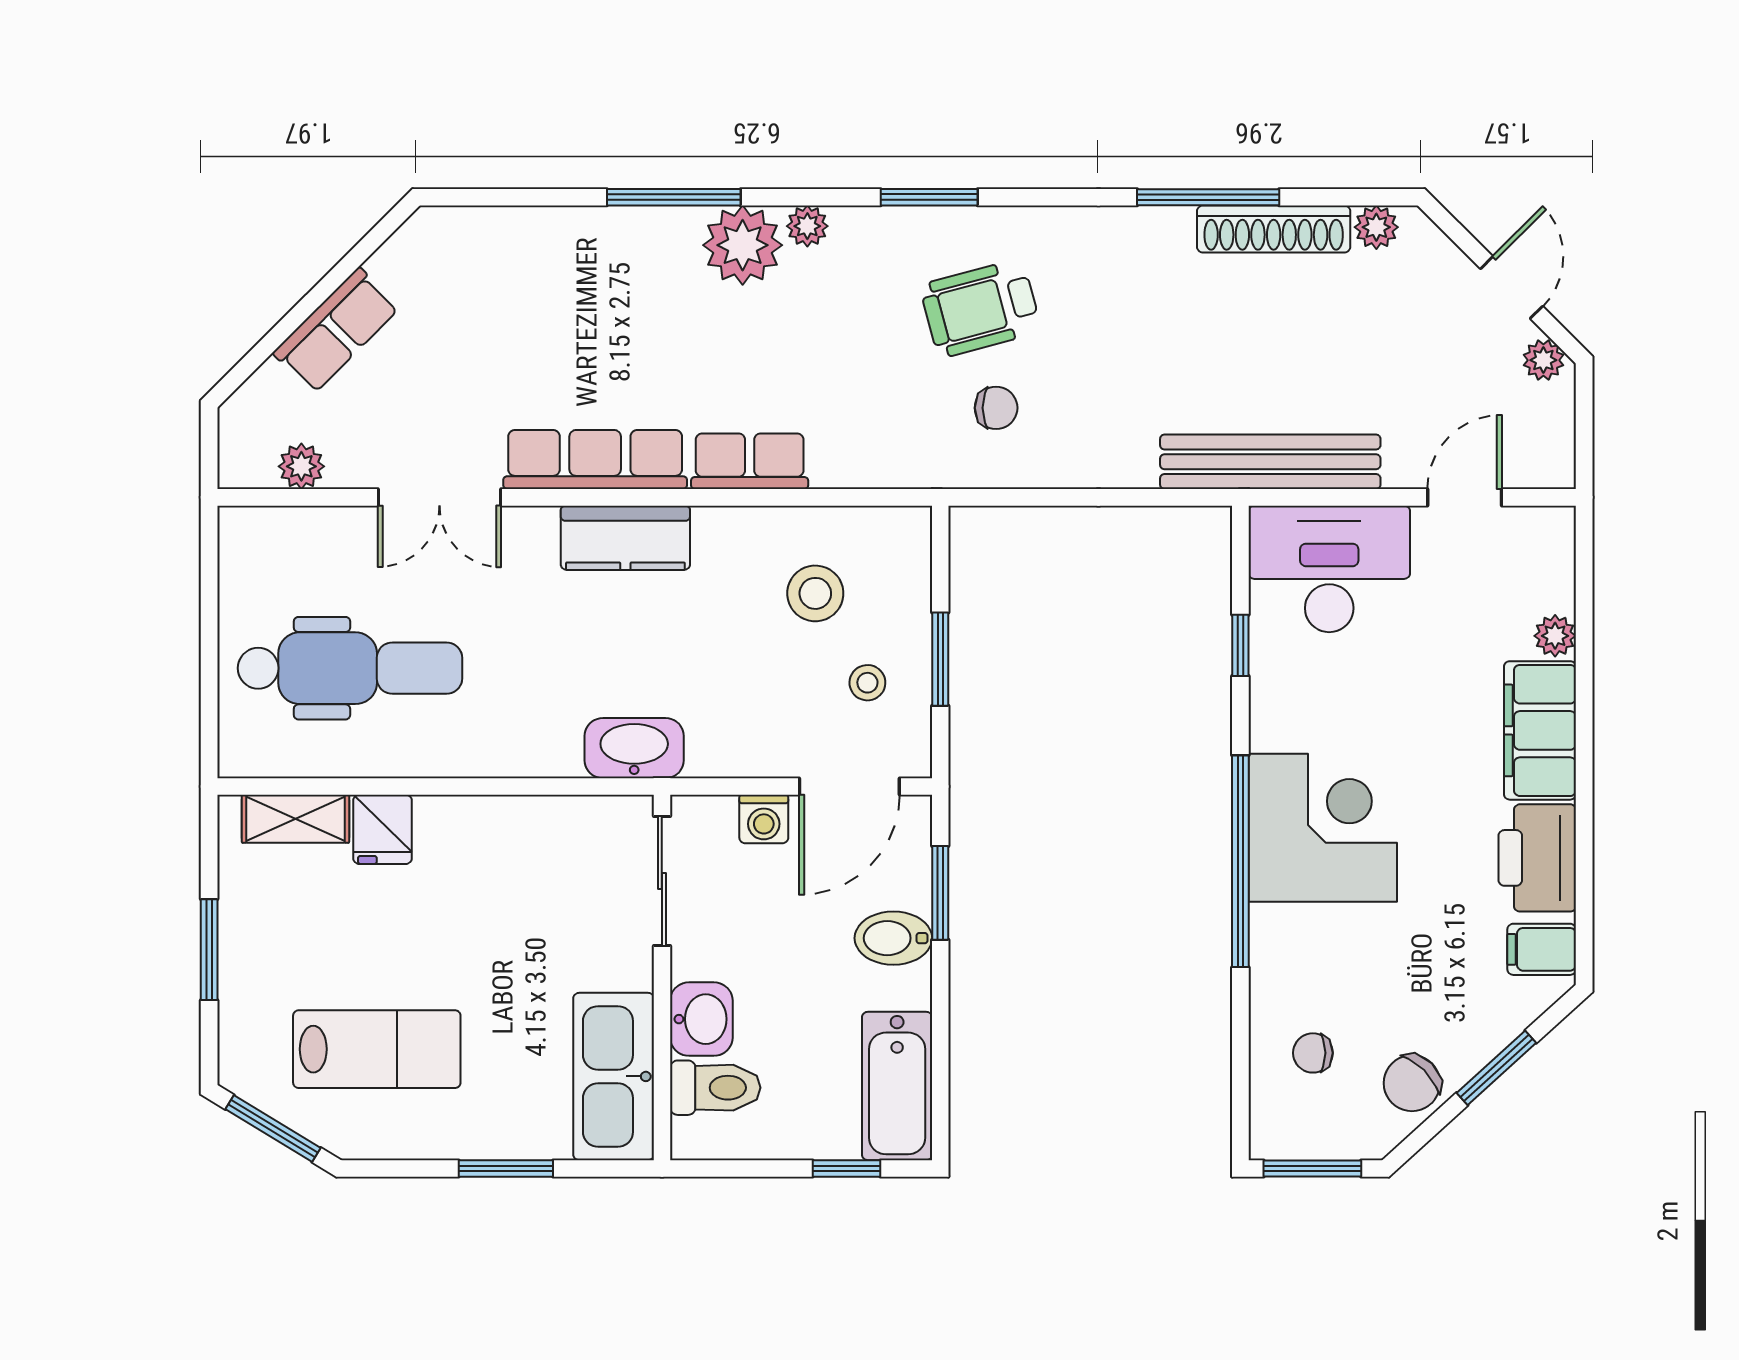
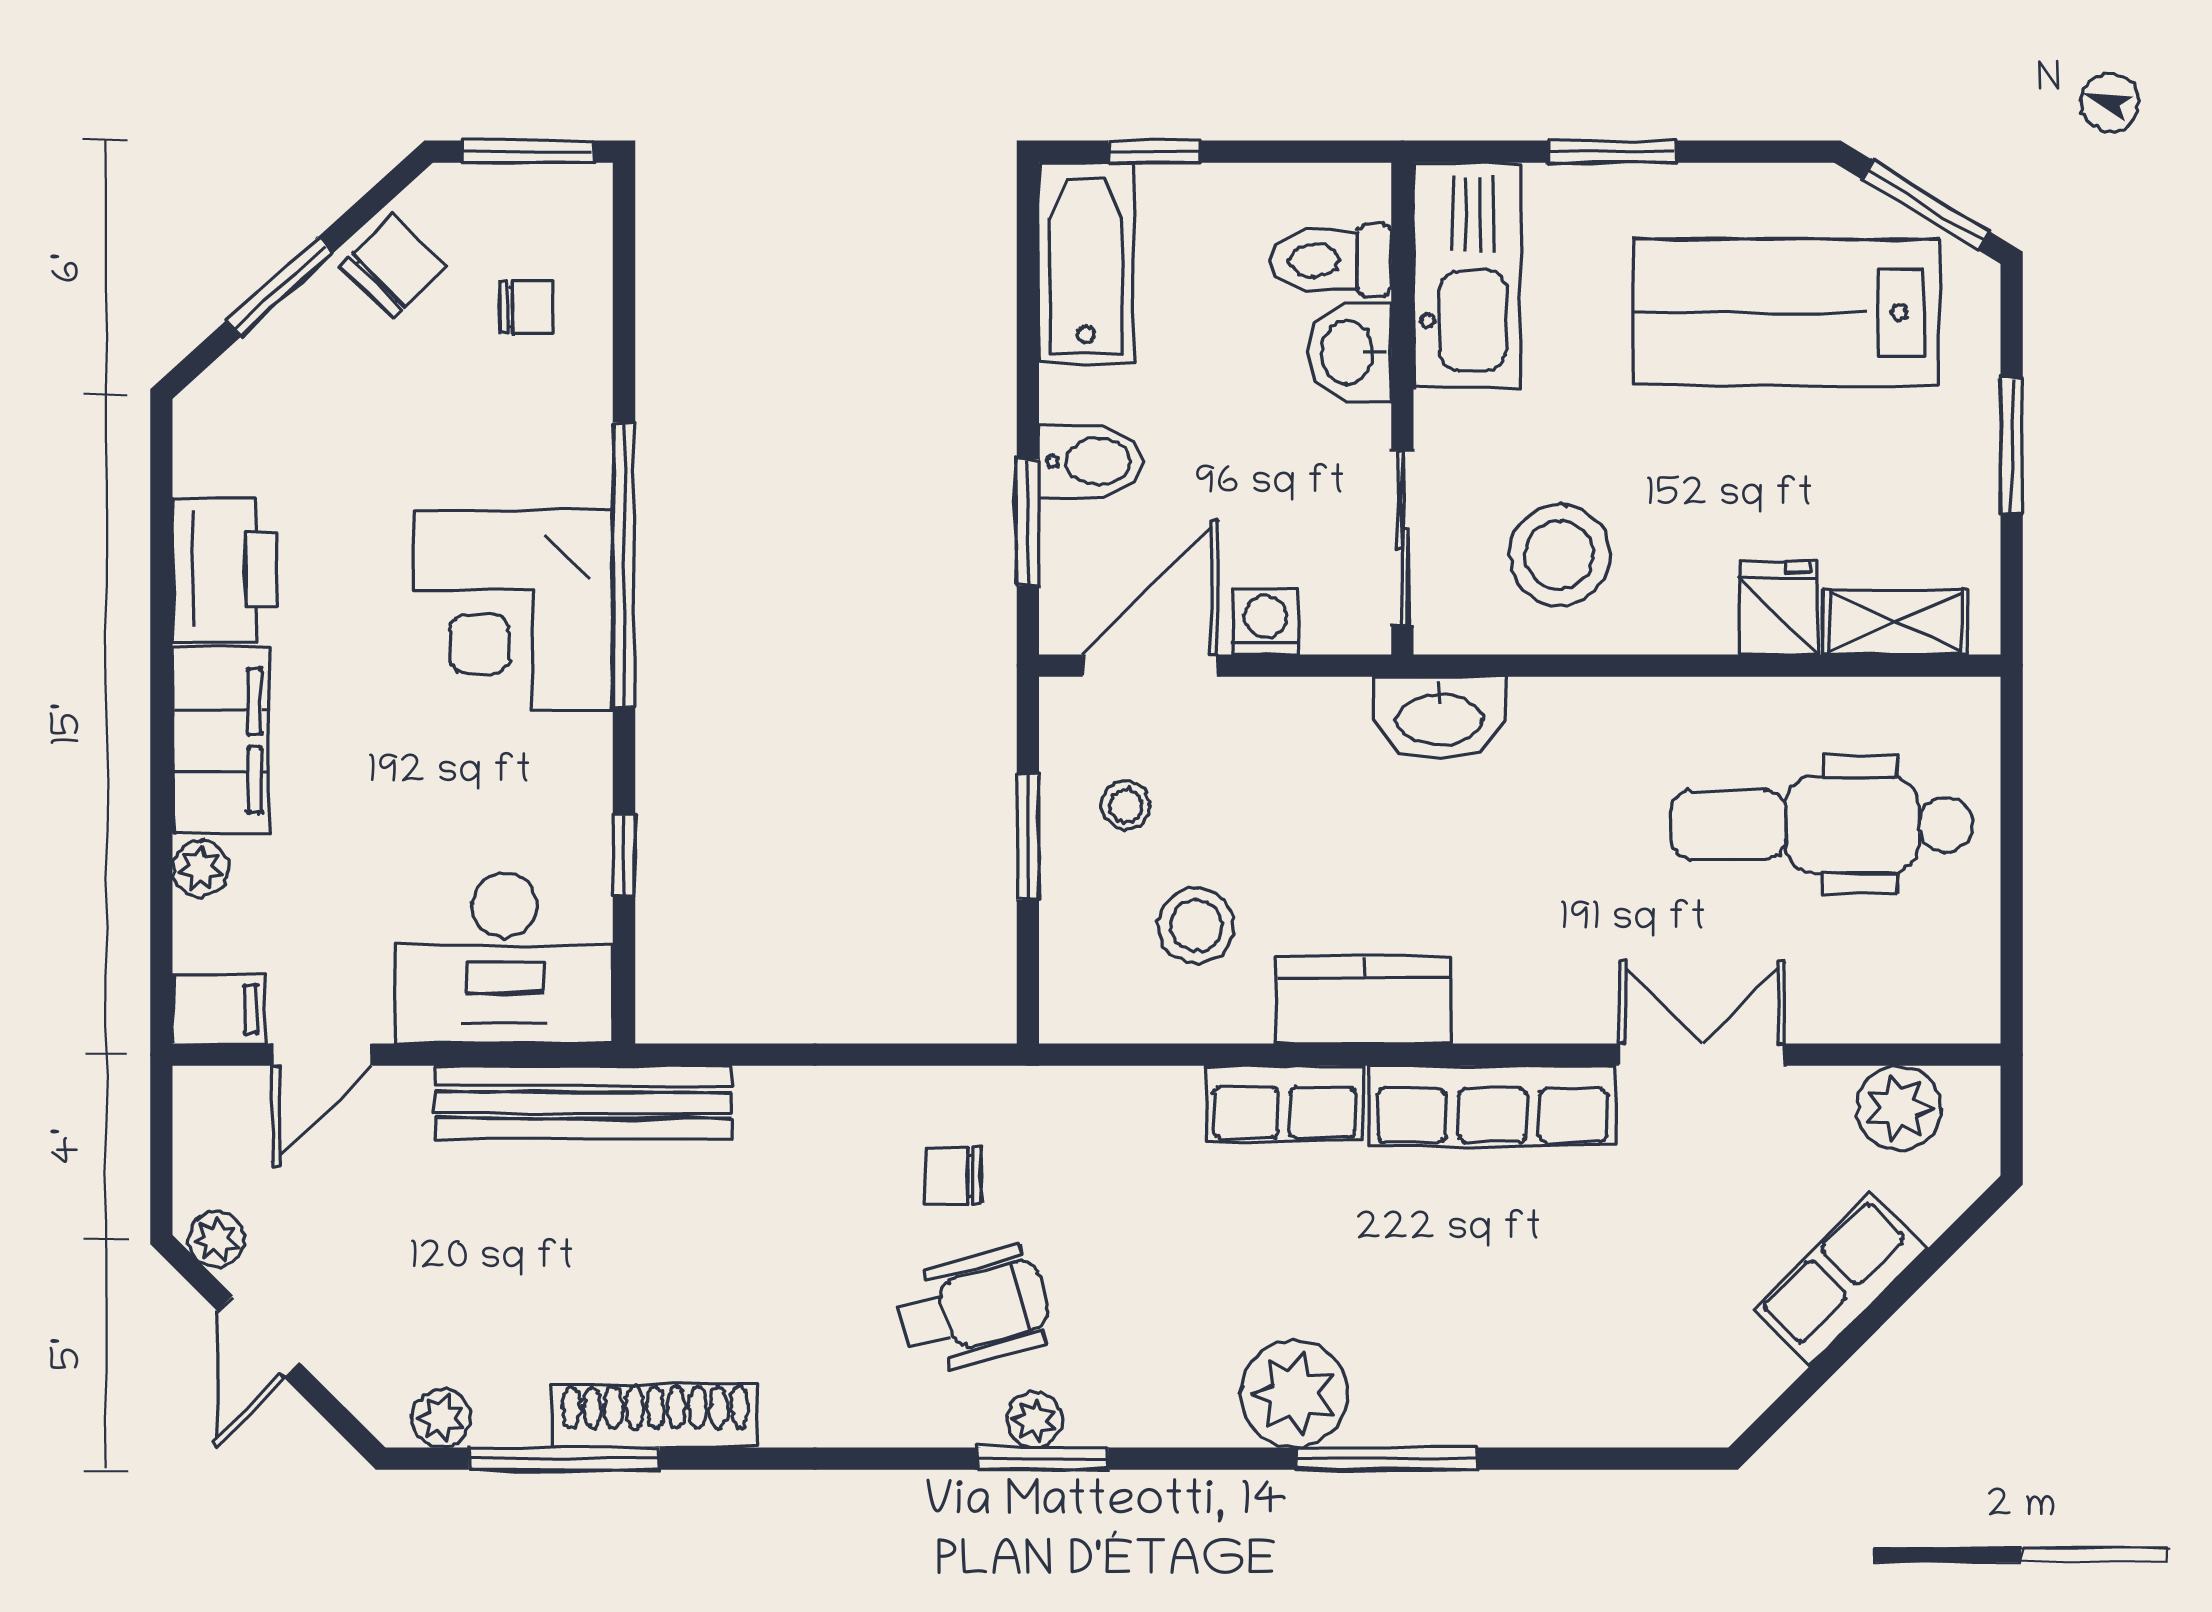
window: (1208, 197) -> (564, 1459), moved
plant: (807, 226) -> (1034, 1420), moved
shoe rack: (1274, 229) -> (655, 1416), moved
plant: (301, 466) -> (1899, 1108), width x1.38, depth x1.38
kitchen counter: (625, 538) -> (1364, 1000), moved
stool: (545, 869) -> (1559, 555), added
filing cabinet: (1542, 949) -> (219, 1009), moved
lab bench: (377, 1049) -> (1786, 312), width x1.36, depth x1.39

